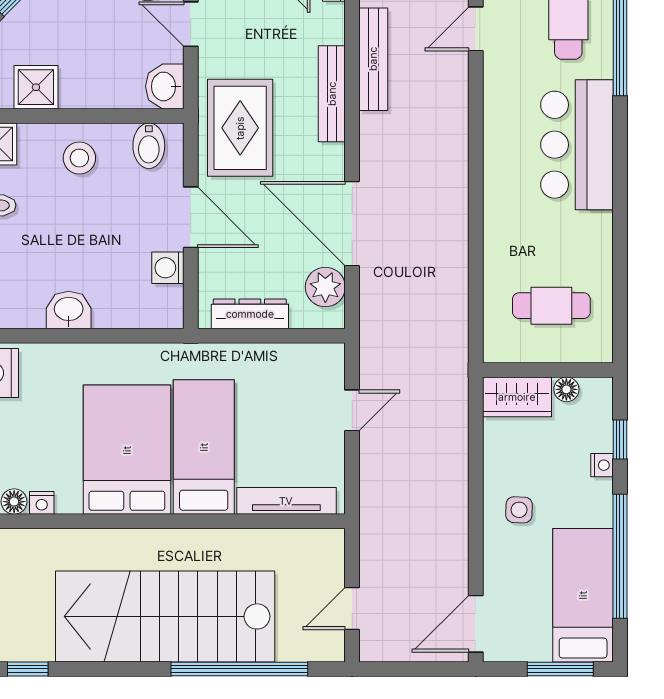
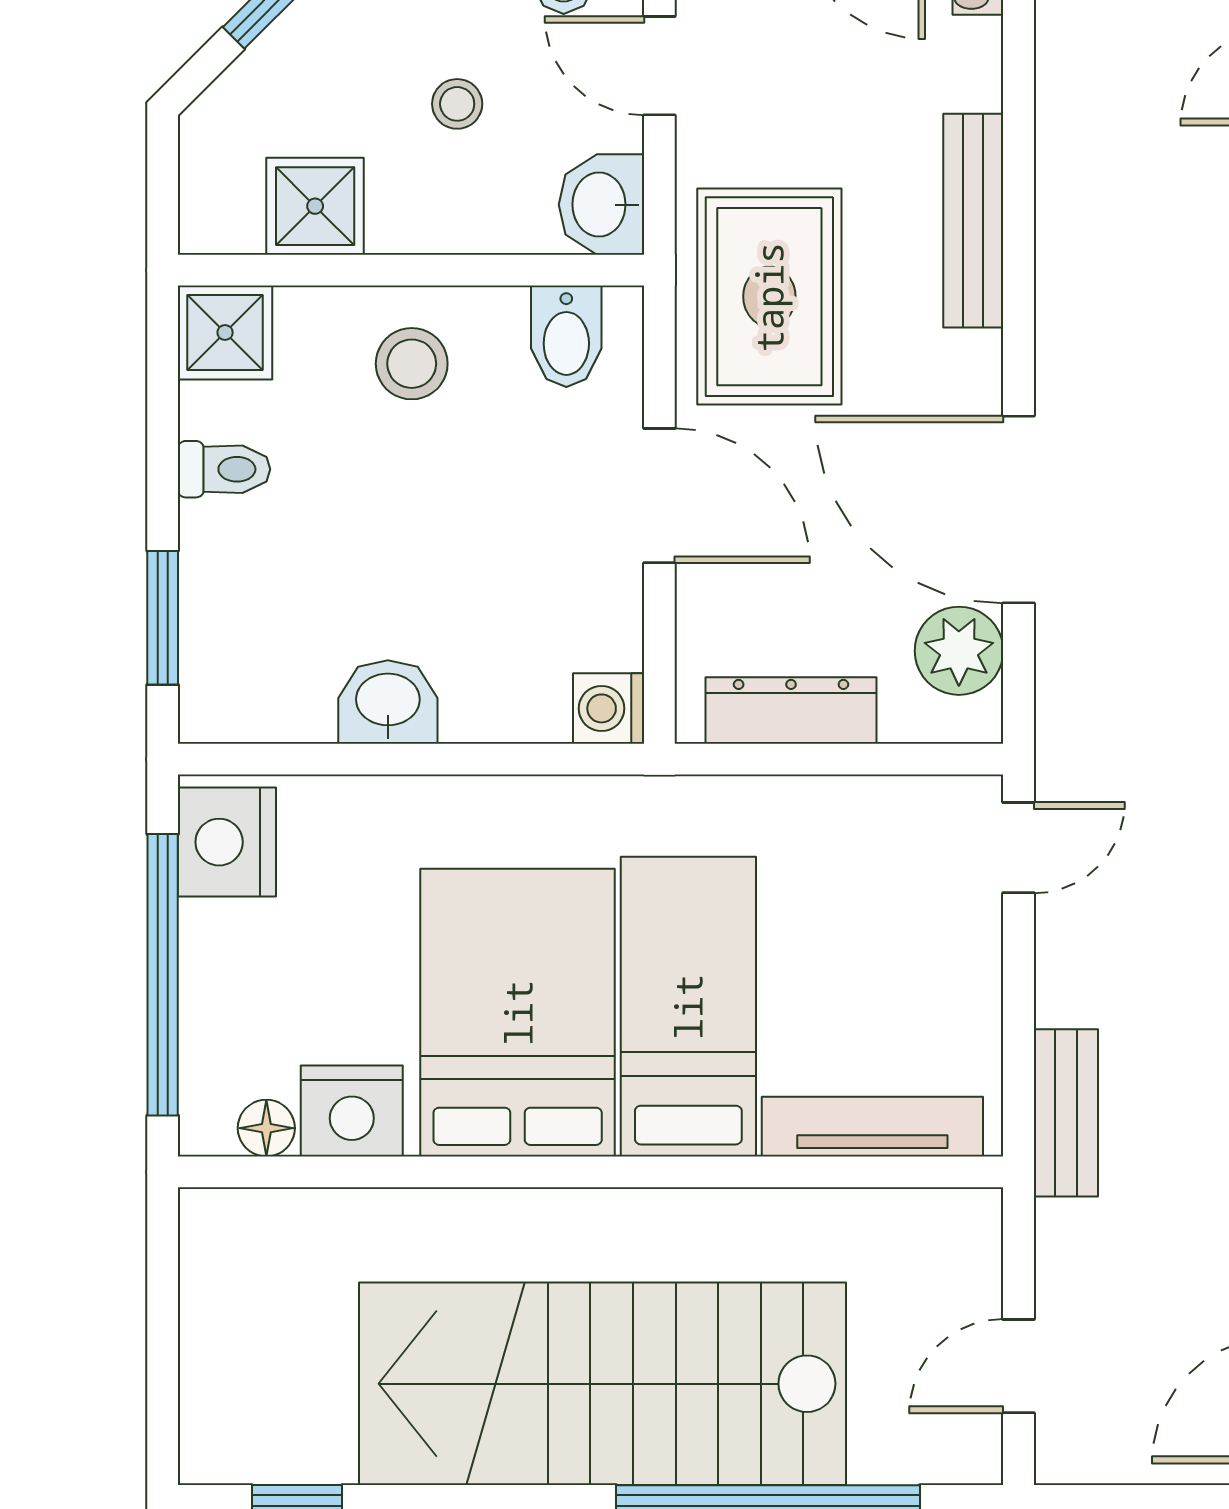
stool: (100, 41) -> (457, 104), added
bench: (373, 59) -> (1066, 1113), moved, width x0.73
washing machine: (168, 268) -> (609, 708), moved
door: (352, 410) -> (1018, 848), moved
nightstand: (42, 503) -> (352, 1111), width x1.89, depth x1.79

